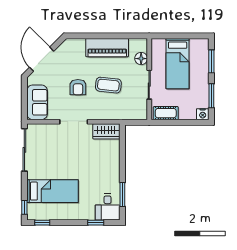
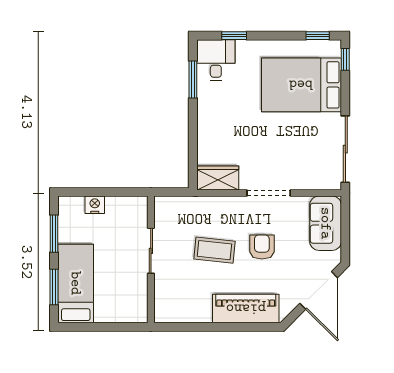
piano: (107, 48) -> (246, 309), moved
floor lamp: (141, 59) -> (163, 292), removed
bed: (178, 64) -> (76, 283), moved
cot: (166, 113) -> (125, 206), removed
nightstand: (203, 114) -> (95, 205), moved
bed: (53, 191) -> (301, 85), width x1.50

